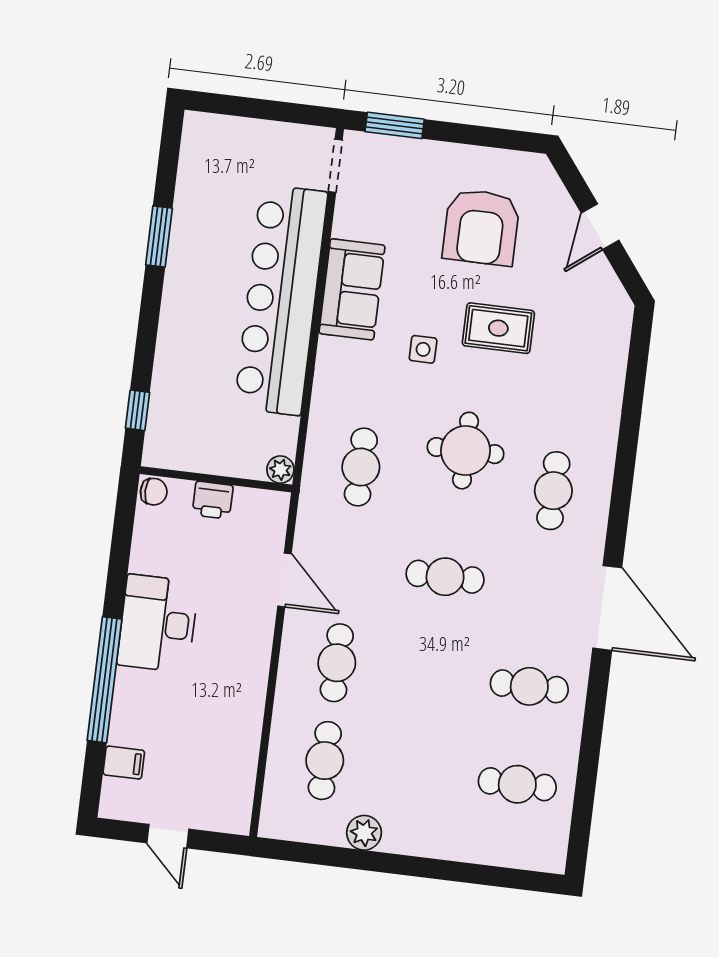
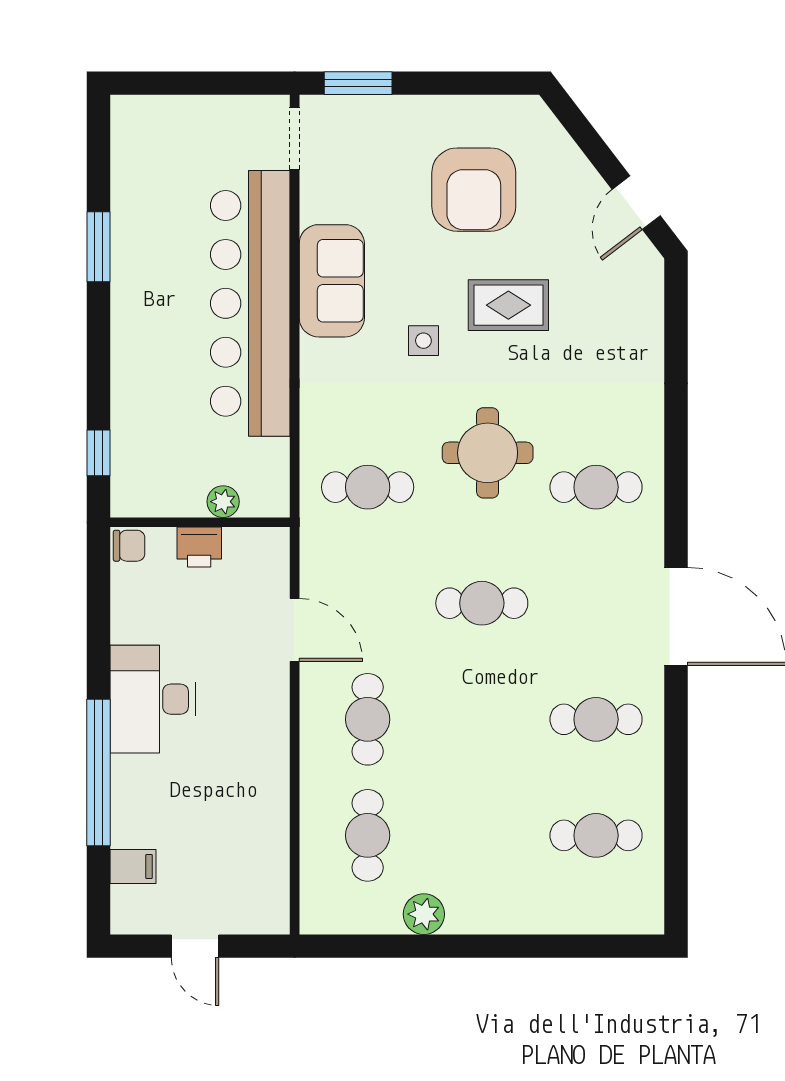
door: (600, 227) -> (636, 203), moved
cafe table: (361, 467) -> (368, 487), turned 90
plant: (280, 470) -> (223, 502), moved
cafe table: (553, 491) -> (596, 487), turned 90

